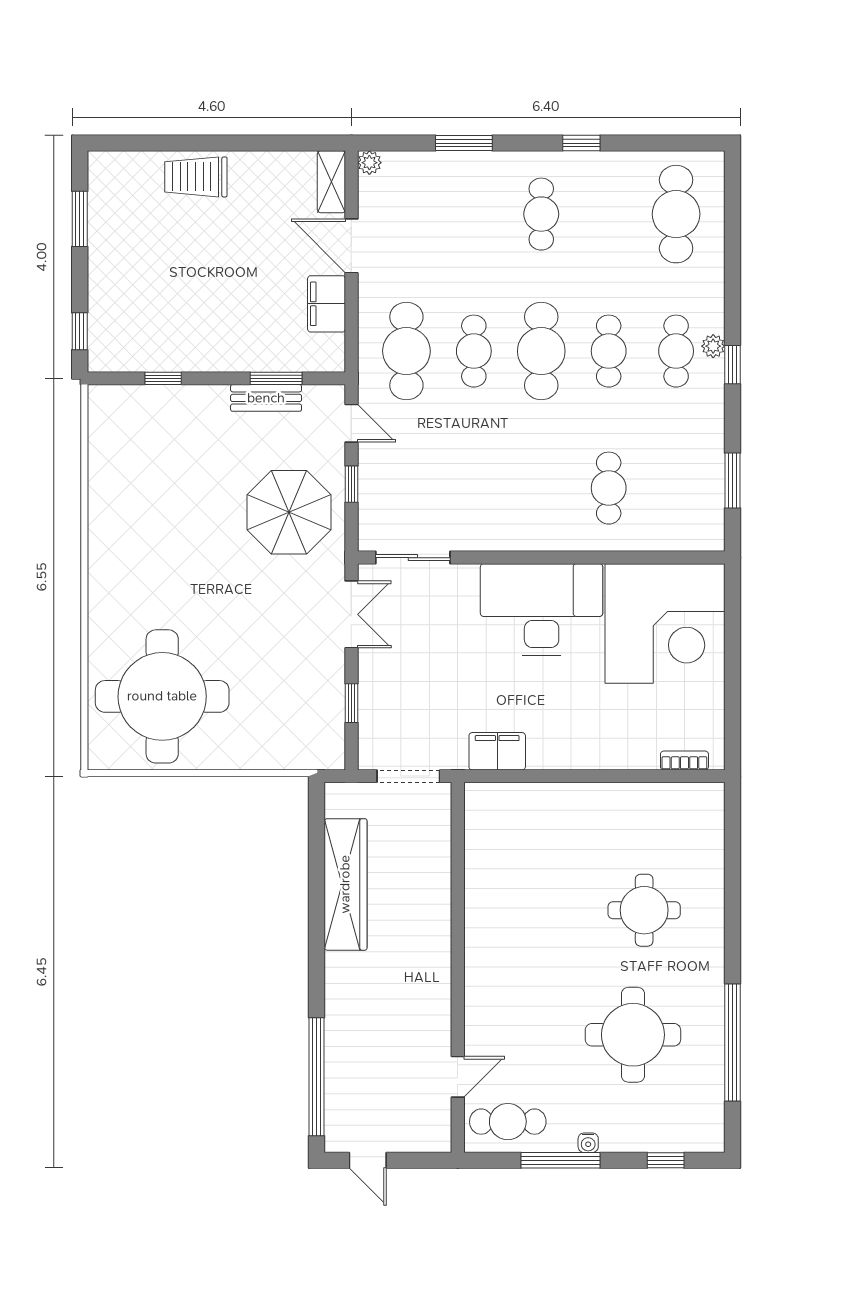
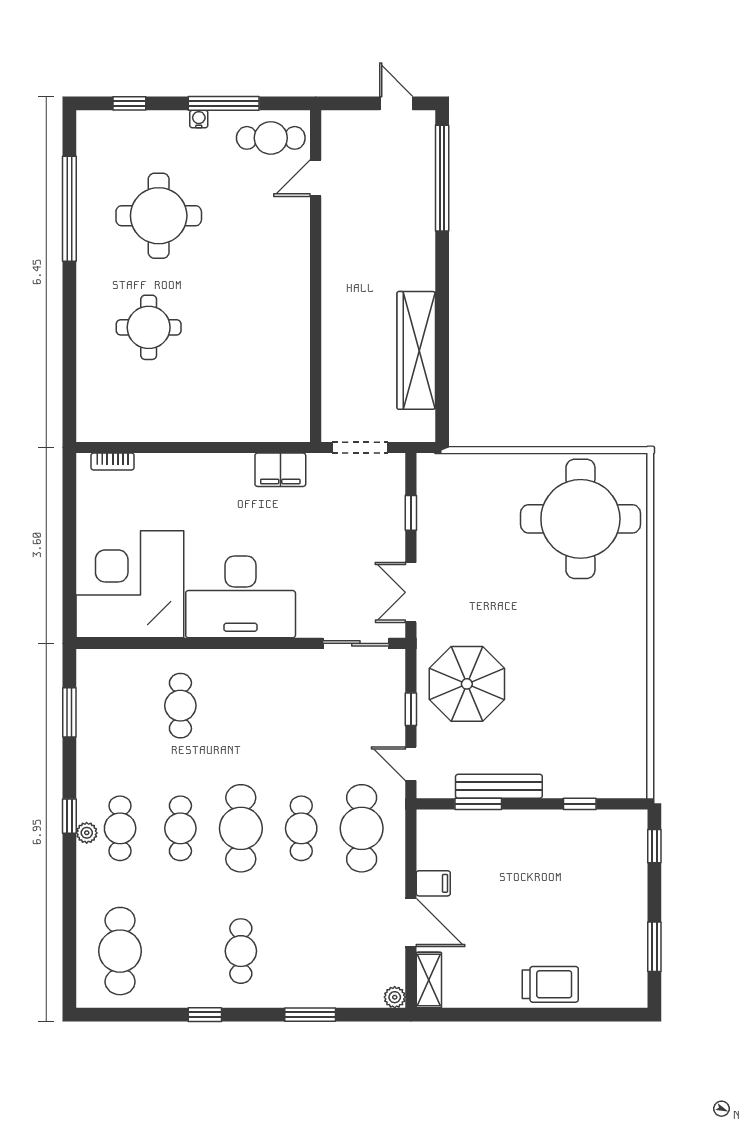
filing cabinet: (327, 304) -> (433, 883), width x0.50
bench: (266, 398) -> (499, 786), width x1.36

